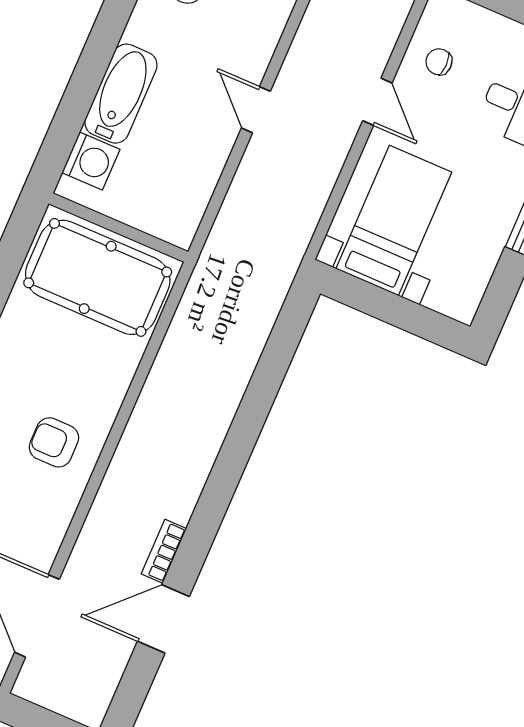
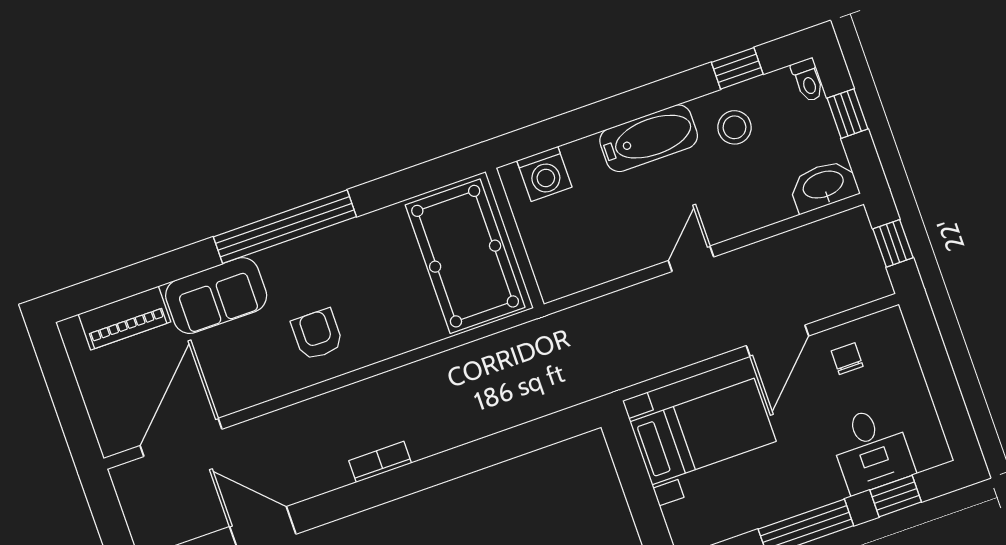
bathtub: (121, 94) -> (649, 138), moved
door: (377, 102) -> (777, 341), width x1.38
bookcase: (164, 551) -> (380, 462), moved

